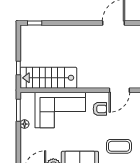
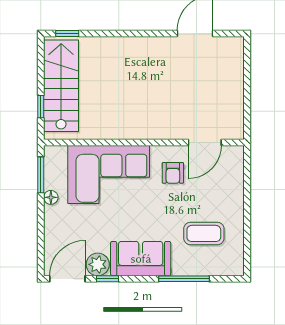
stairs: (48, 78) -> (61, 86), moved, turned 90
armchair: (100, 109) -> (173, 173), turned 90

